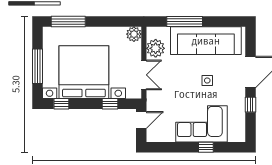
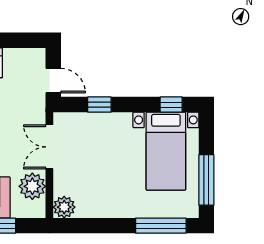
window: (37, 66) -> (206, 180), moved
bed with nightstands: (84, 72) -> (166, 151), width x0.54
door: (141, 120) -> (53, 81), swing flipped

